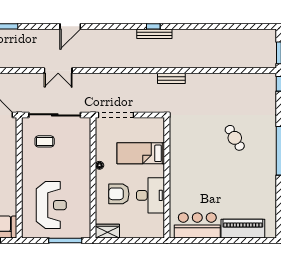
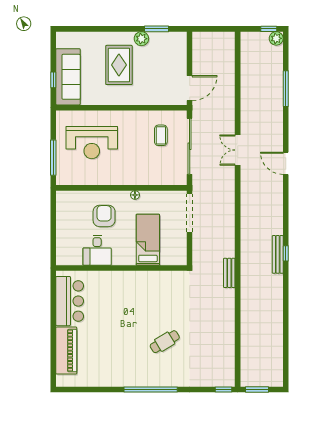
desk: (150, 195) -> (97, 250), width x0.73
wardrobe: (107, 231) -> (64, 204), removed

